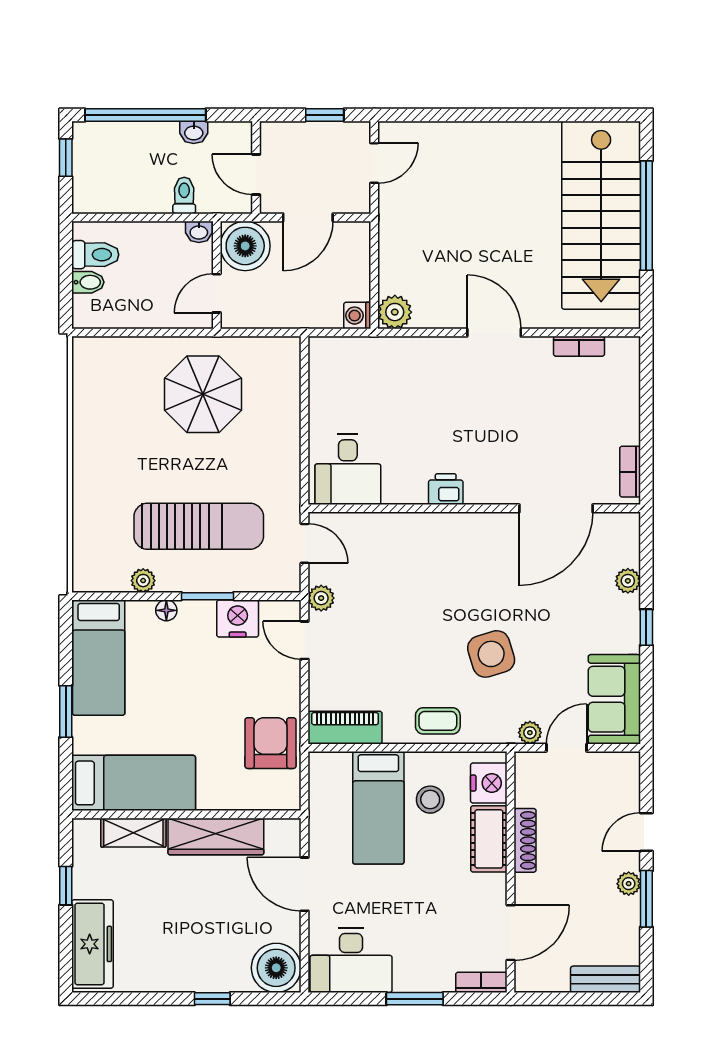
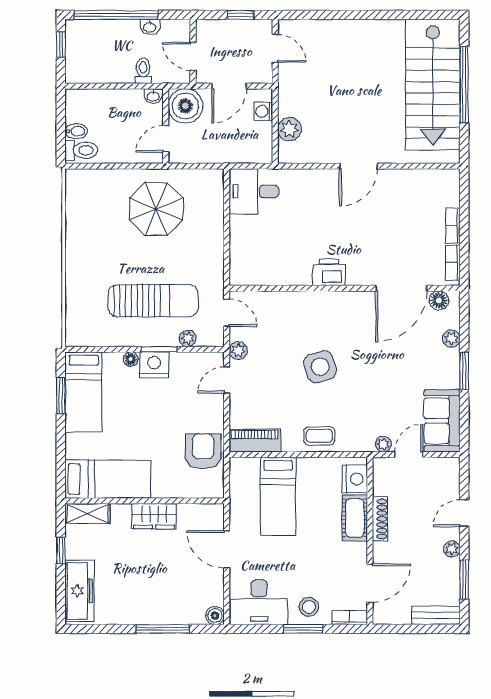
door: (374, 163) -> (275, 48), hinge flipped
toilet: (95, 255) -> (81, 150), moved
plant: (395, 312) -> (289, 129), moved
washing machine: (357, 316) -> (263, 111), moved
door: (494, 333) -> (358, 166), swing flipped
bookcase: (579, 346) -> (453, 226), moved, turned 90
desk: (348, 469) -> (254, 191), moved, turned 90
printer: (446, 489) -> (329, 272), width x1.36, depth x1.24
floor lamp: (610, 526) -> (439, 300), added
plant: (143, 581) -> (188, 338), moved
nightstand: (238, 618) -> (154, 365), moved
window: (646, 627) -> (464, 371), width x1.50
door: (305, 640) -> (227, 380), hinge flipped
side table: (491, 654) -> (320, 367), moved
window: (66, 711) -> (61, 396), moved
stool: (430, 800) -> (309, 607), moved
shelving: (133, 833) -> (88, 514), moved
wardrobe: (216, 836) -> (154, 516), width x0.67
window: (646, 899) -> (464, 580), moved
boiler: (276, 968) -> (215, 615), width x0.54, depth x0.54
window: (212, 999) -> (163, 629), width x2.17

